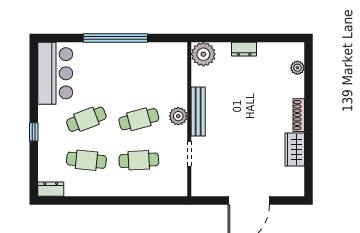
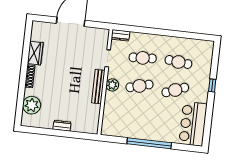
plant: (203, 54) -> (90, 125), removed
plant: (297, 68) -> (32, 105), width x1.87, depth x1.87
dresser: (51, 189) -> (121, 35), moved

